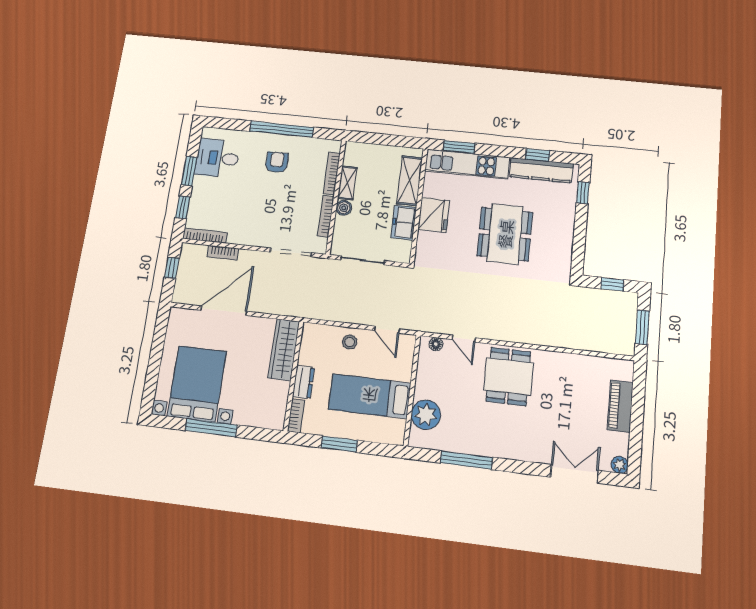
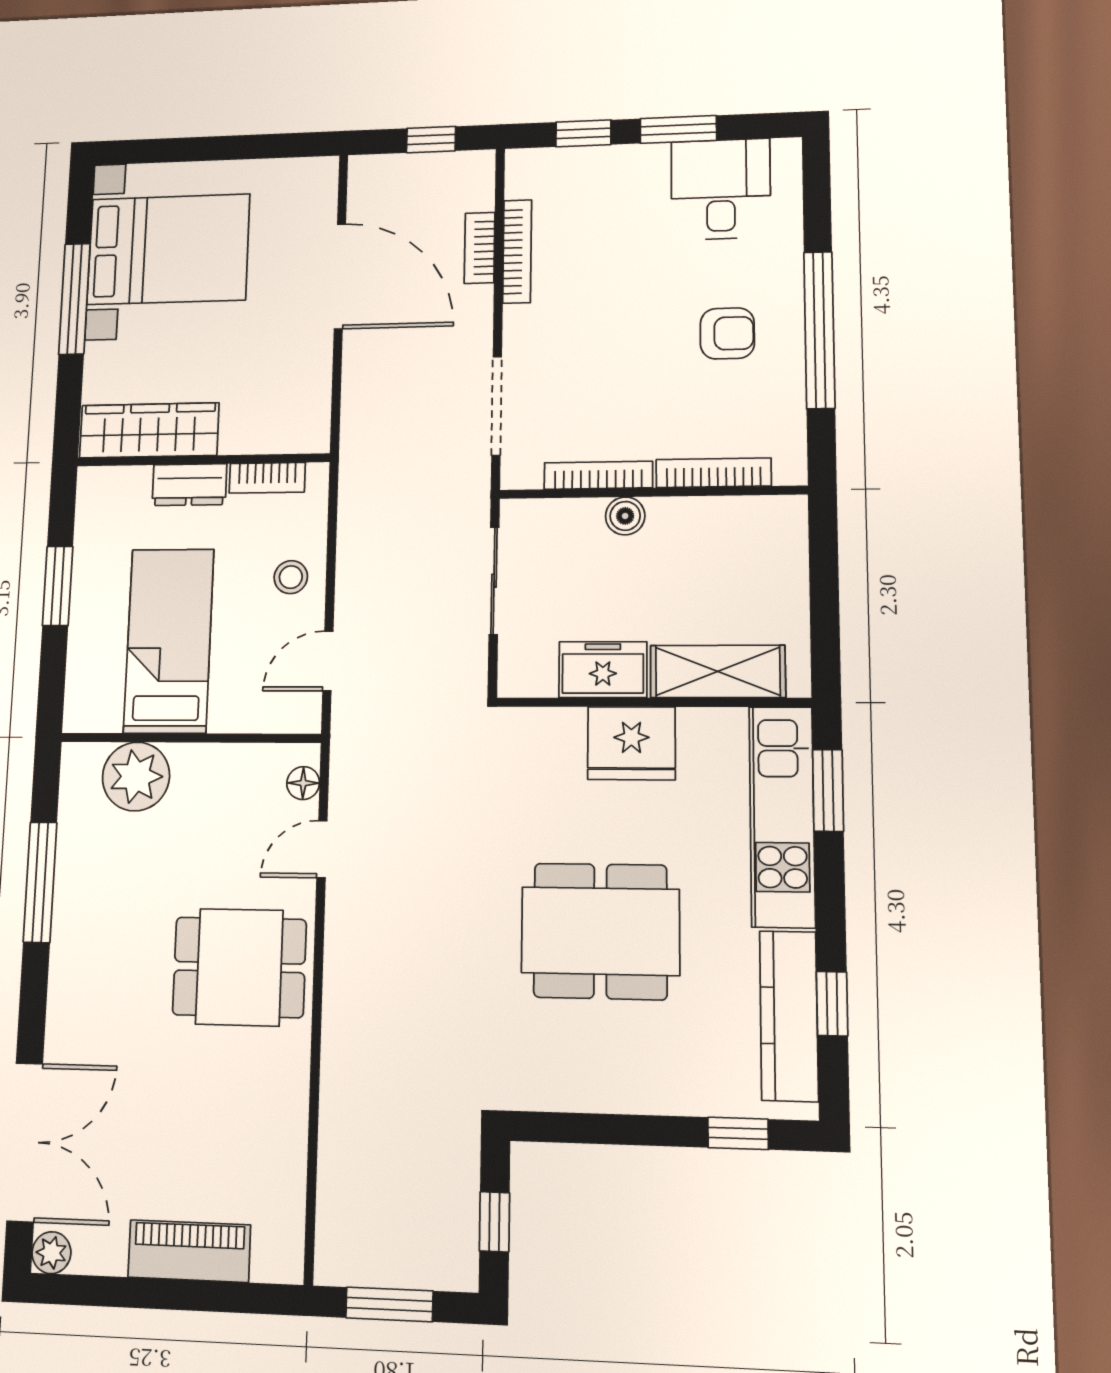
shelving: (347, 183) -> (693, 515), removed
bookcase: (205, 236) -> (517, 252), moved
wardrobe: (284, 350) -> (149, 430), moved
bookcase: (296, 416) -> (267, 478), moved
double door: (574, 474) -> (25, 1142), width x1.37

